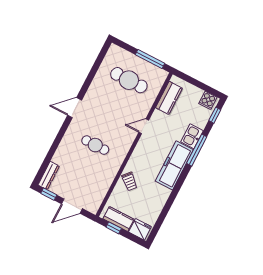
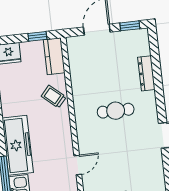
dresser: (49, 176) -> (146, 73), moved
kitchen counter: (118, 219) -> (54, 56), moved, turned 90

